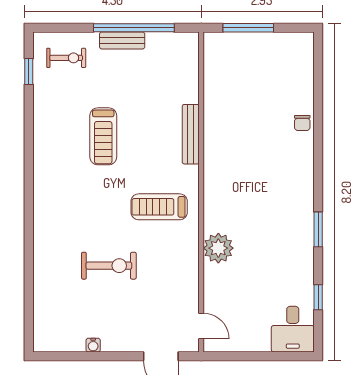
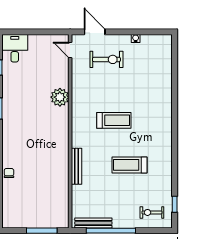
bench: (122, 40) -> (93, 223), moved, width x1.36
treadmill: (103, 136) -> (129, 165), turned -90
treadmill: (159, 207) -> (114, 120), moved
exercise bike: (109, 266) -> (106, 59), moved, turned 180

